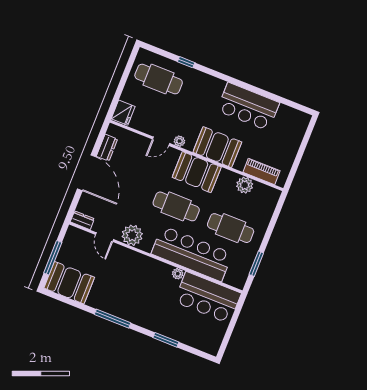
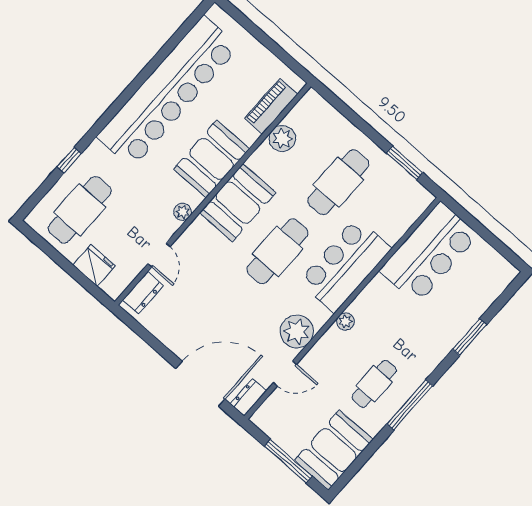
bar counter: (248, 107) -> (168, 92), width x1.86
fridge: (123, 113) -> (94, 265), moved
door: (161, 141) -> (159, 255), moved
dresser: (107, 148) -> (143, 293), moved, turned 90
door: (87, 173) -> (200, 384), moved
bar counter: (192, 254) -> (345, 265), width x0.73
plant: (178, 274) -> (345, 321), moved
cafe table: (117, 293) -> (374, 384), added

